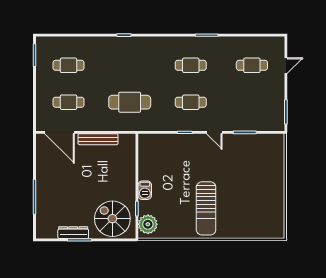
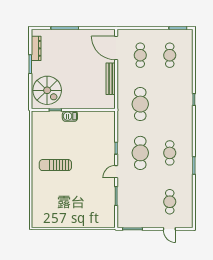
cafe table: (191, 102) -> (140, 153), width x1.37, depth x1.35
door: (59, 132) -> (116, 48), hinge flipped
sun lounger: (206, 208) -> (55, 165), width x0.73, depth x0.75
spiral stairs: (112, 219) -> (47, 90), turned 90
plant: (148, 224) -> (43, 119), removed
dresser: (73, 233) -> (36, 48), moved

